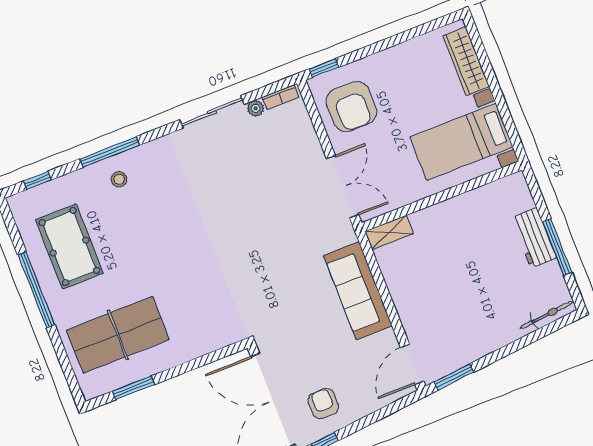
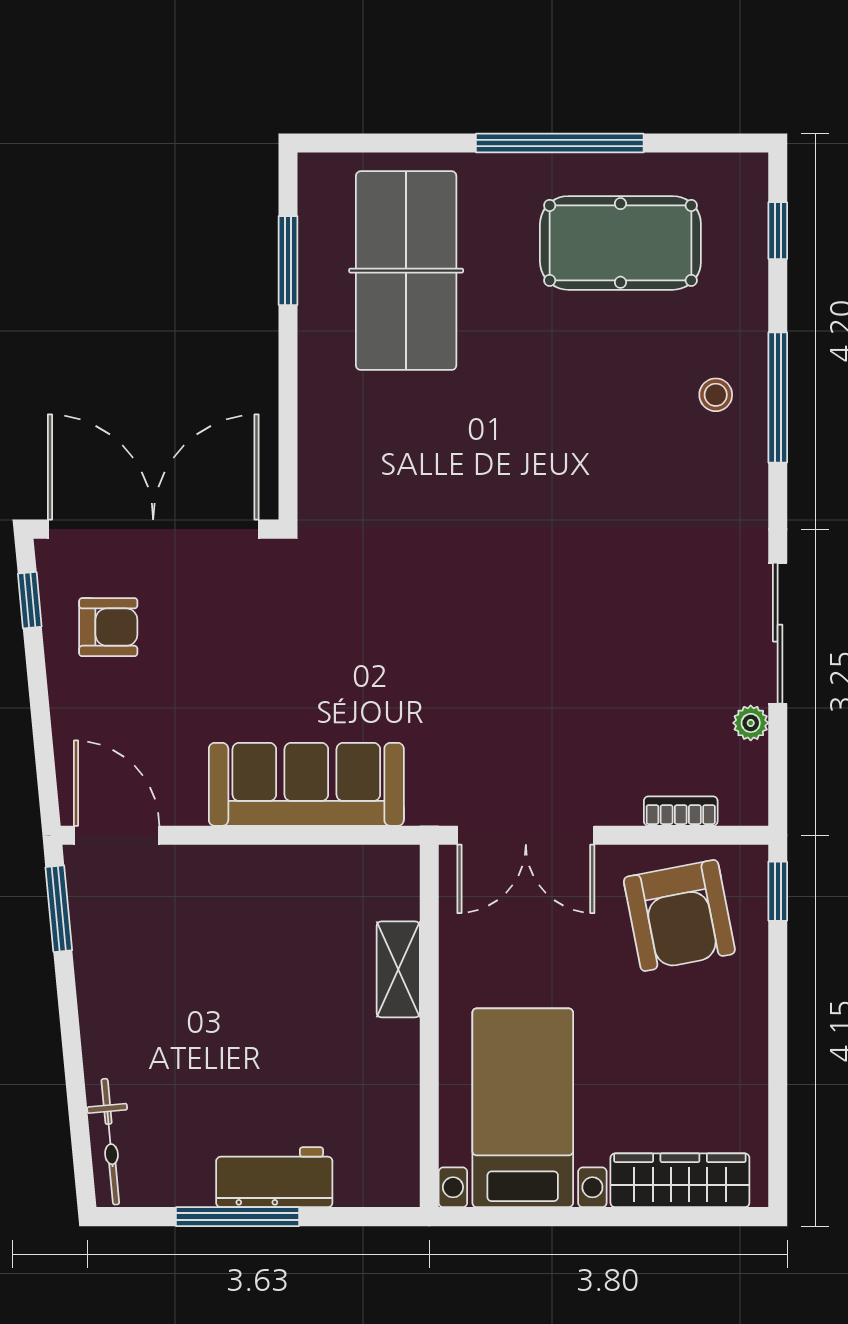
bookcase: (280, 97) -> (681, 811), moved, turned 90
armchair: (351, 107) -> (679, 915), turned -101
shelving: (389, 232) -> (398, 969), moved

